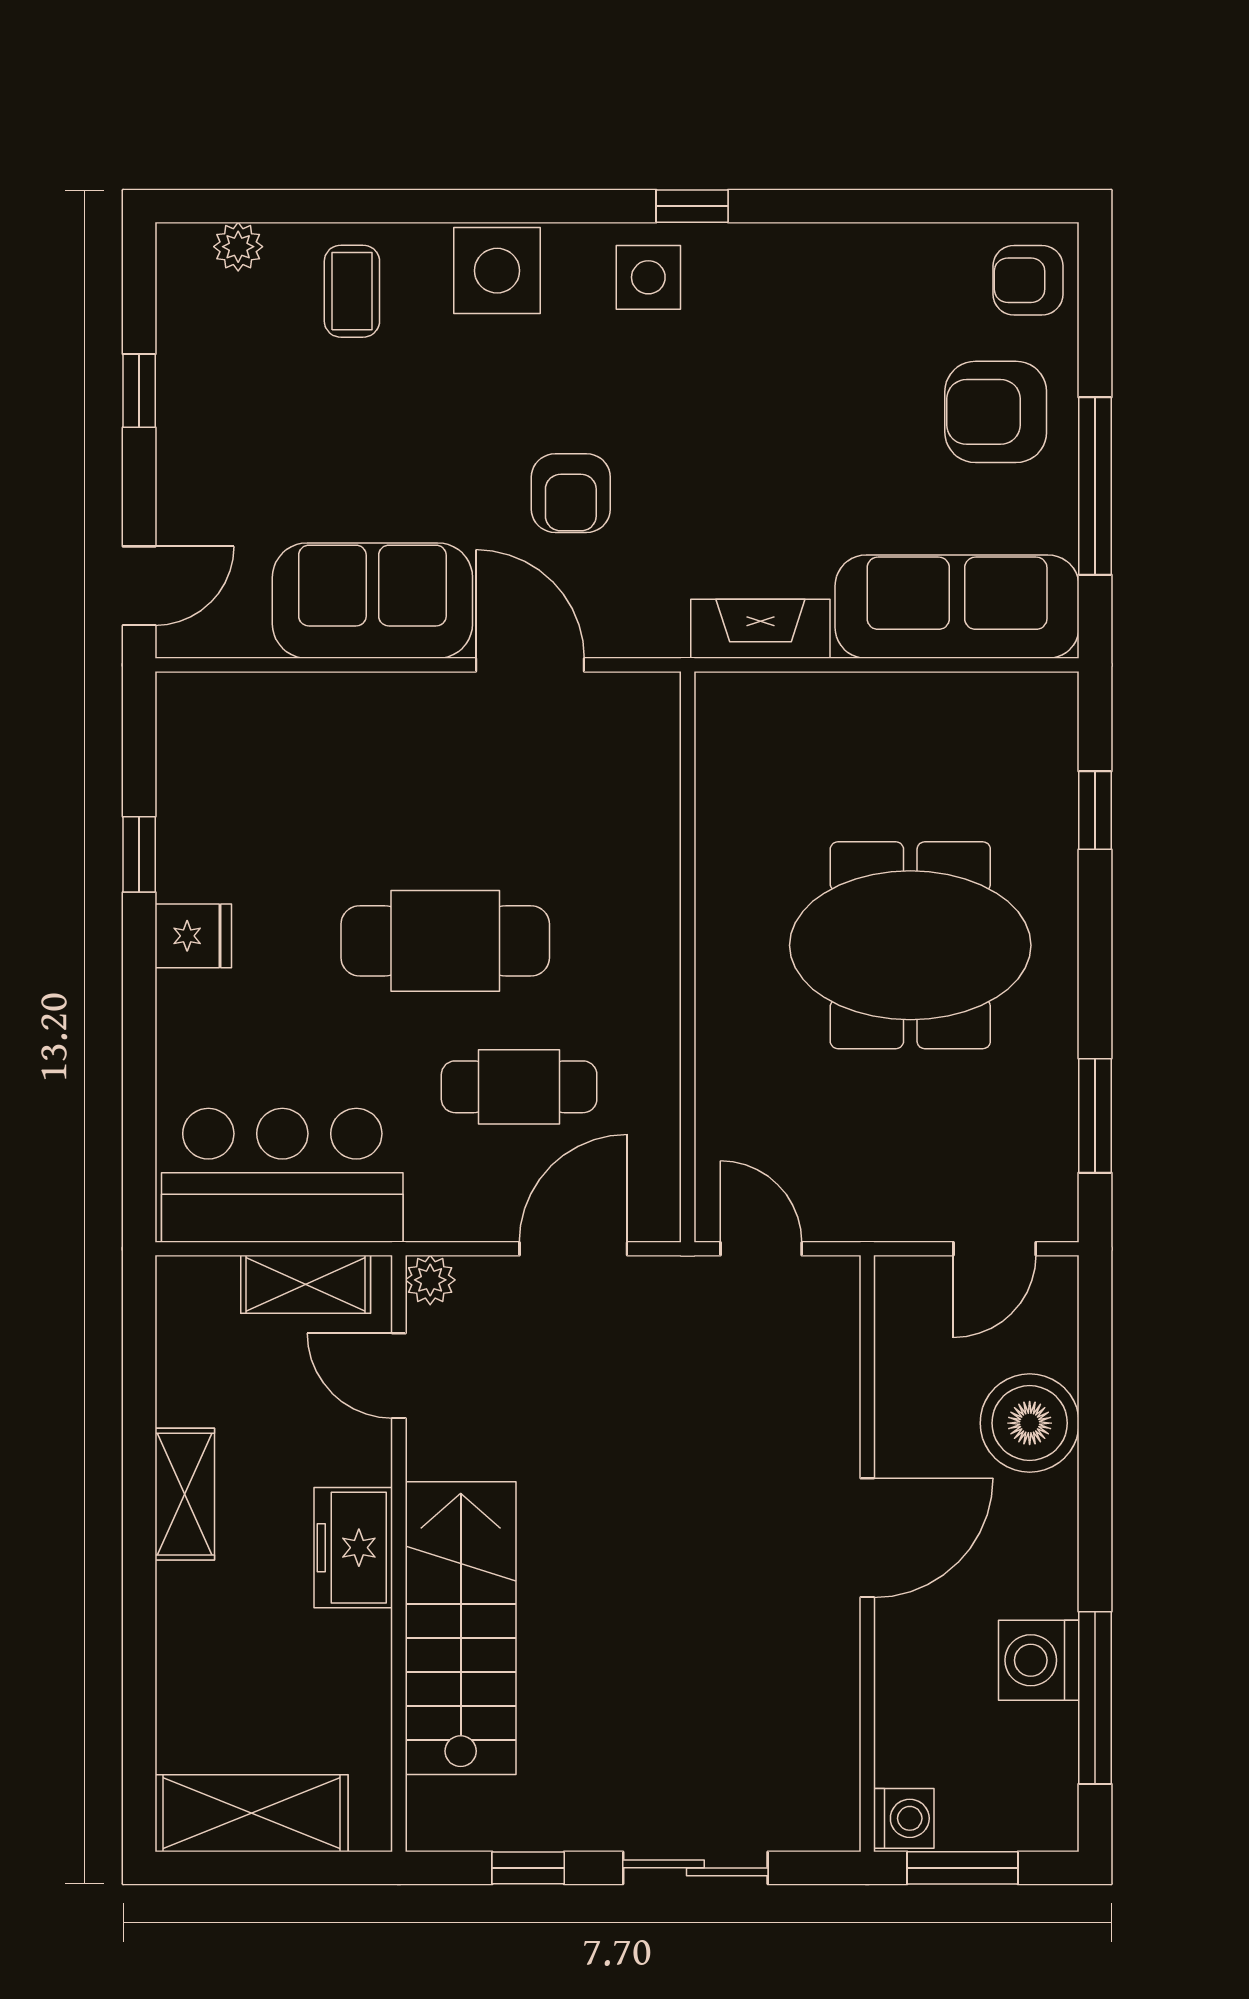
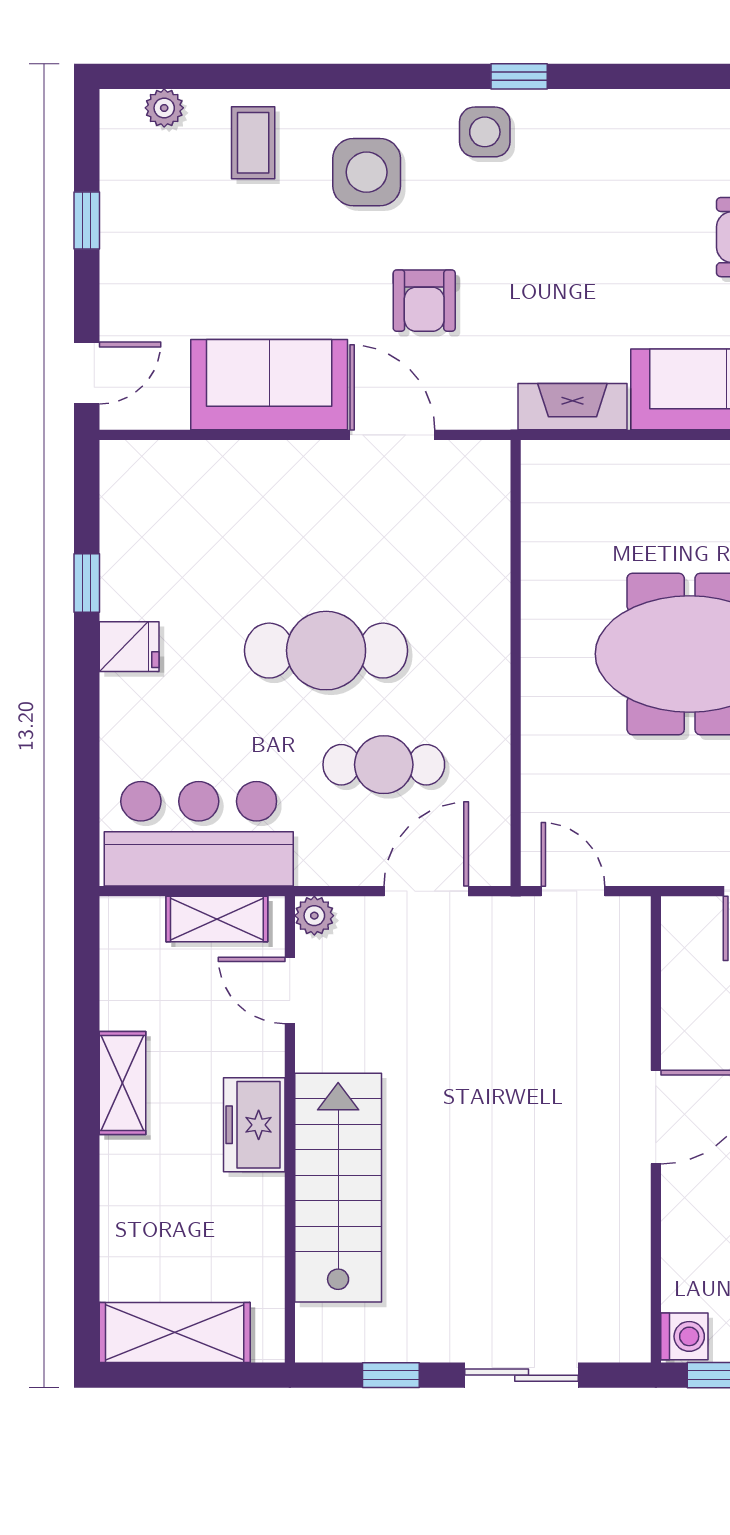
side table: (497, 271) -> (367, 172), moved

